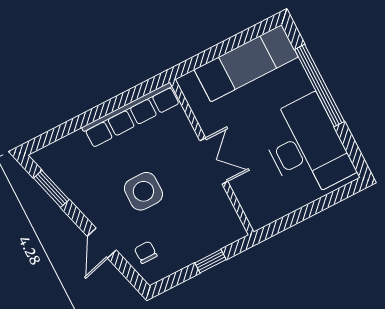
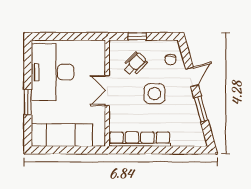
window: (319, 86) -> (28, 102), width x0.47
window: (51, 189) -> (201, 109), moved
wheelchair: (194, 220) -> (135, 64), added

